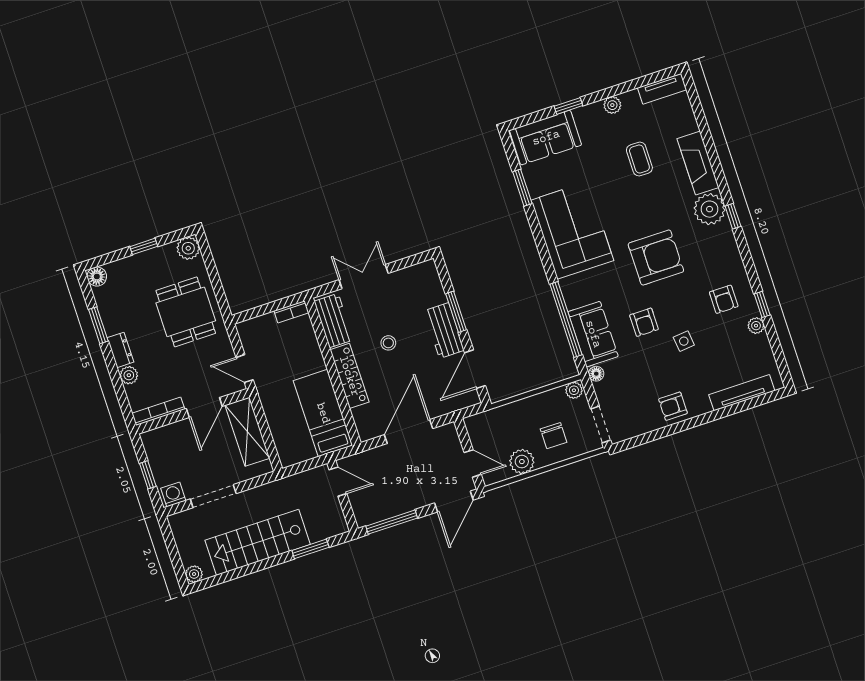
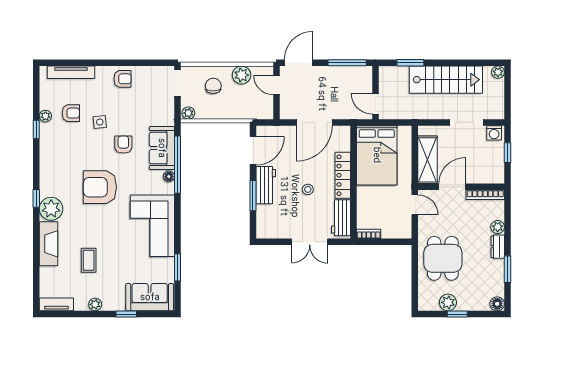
plant: (188, 248) -> (448, 302), moved
armchair: (724, 299) -> (71, 113), moved, turned 90
floor lamp: (596, 374) -> (169, 176), moved
bed: (323, 413) -> (377, 155), width x1.50

